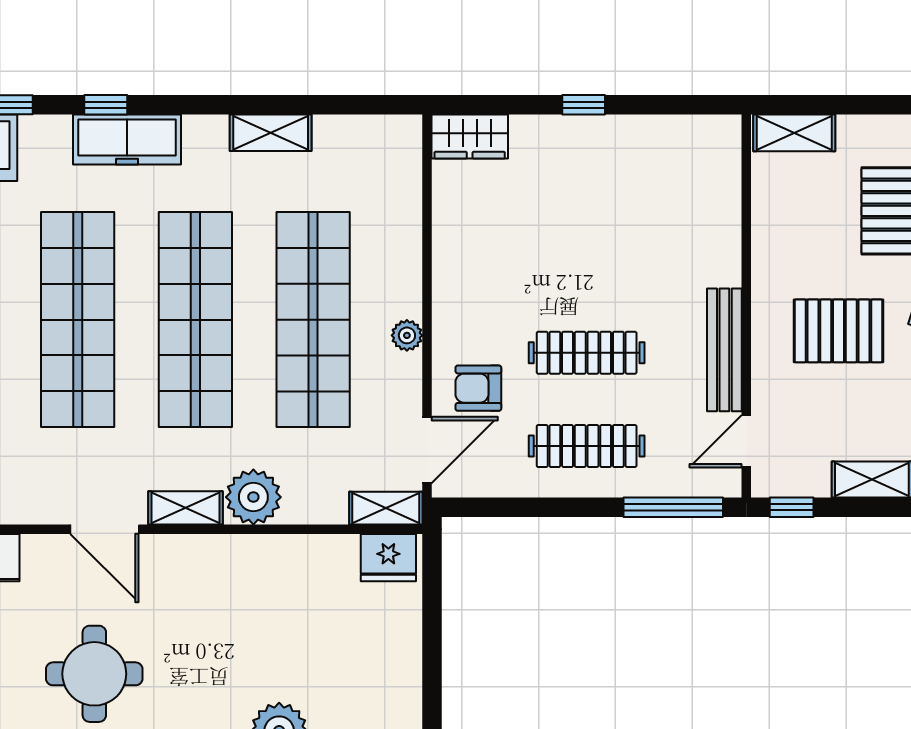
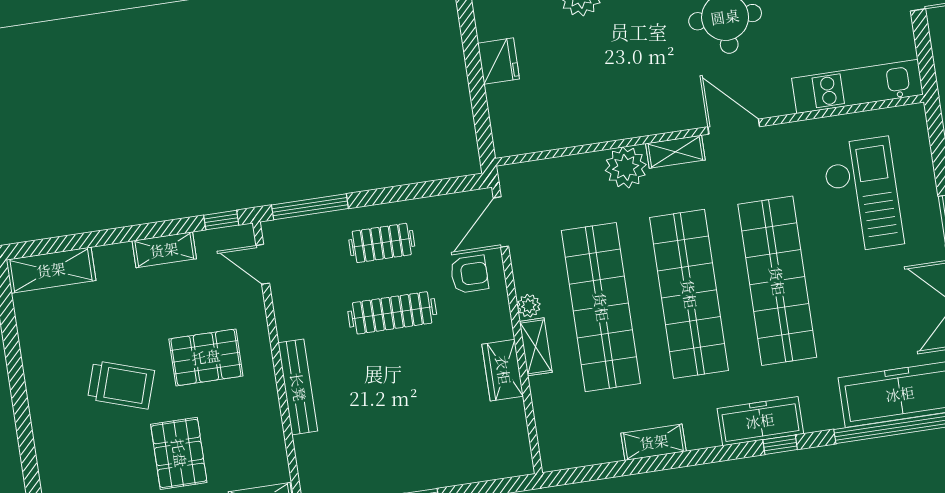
wardrobe: (470, 137) -> (503, 370), moved, turned -90
bench: (724, 350) -> (298, 387), moved
door: (746, 441) -> (263, 264), swing flipped
clothes rail: (587, 446) -> (382, 243), width x0.73
shelving: (386, 508) -> (536, 347), moved, turned 90
fridge: (388, 558) -> (499, 61), moved, turned 90

